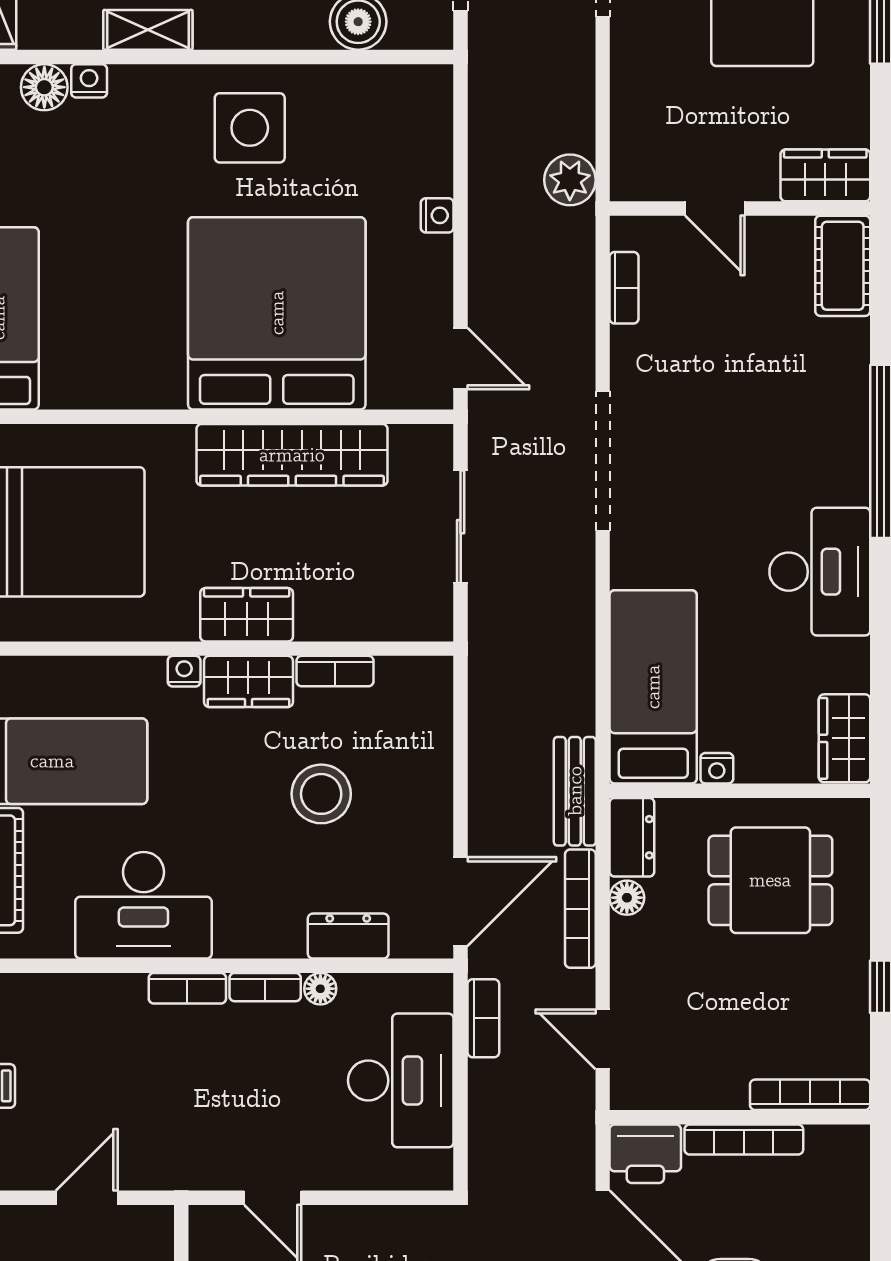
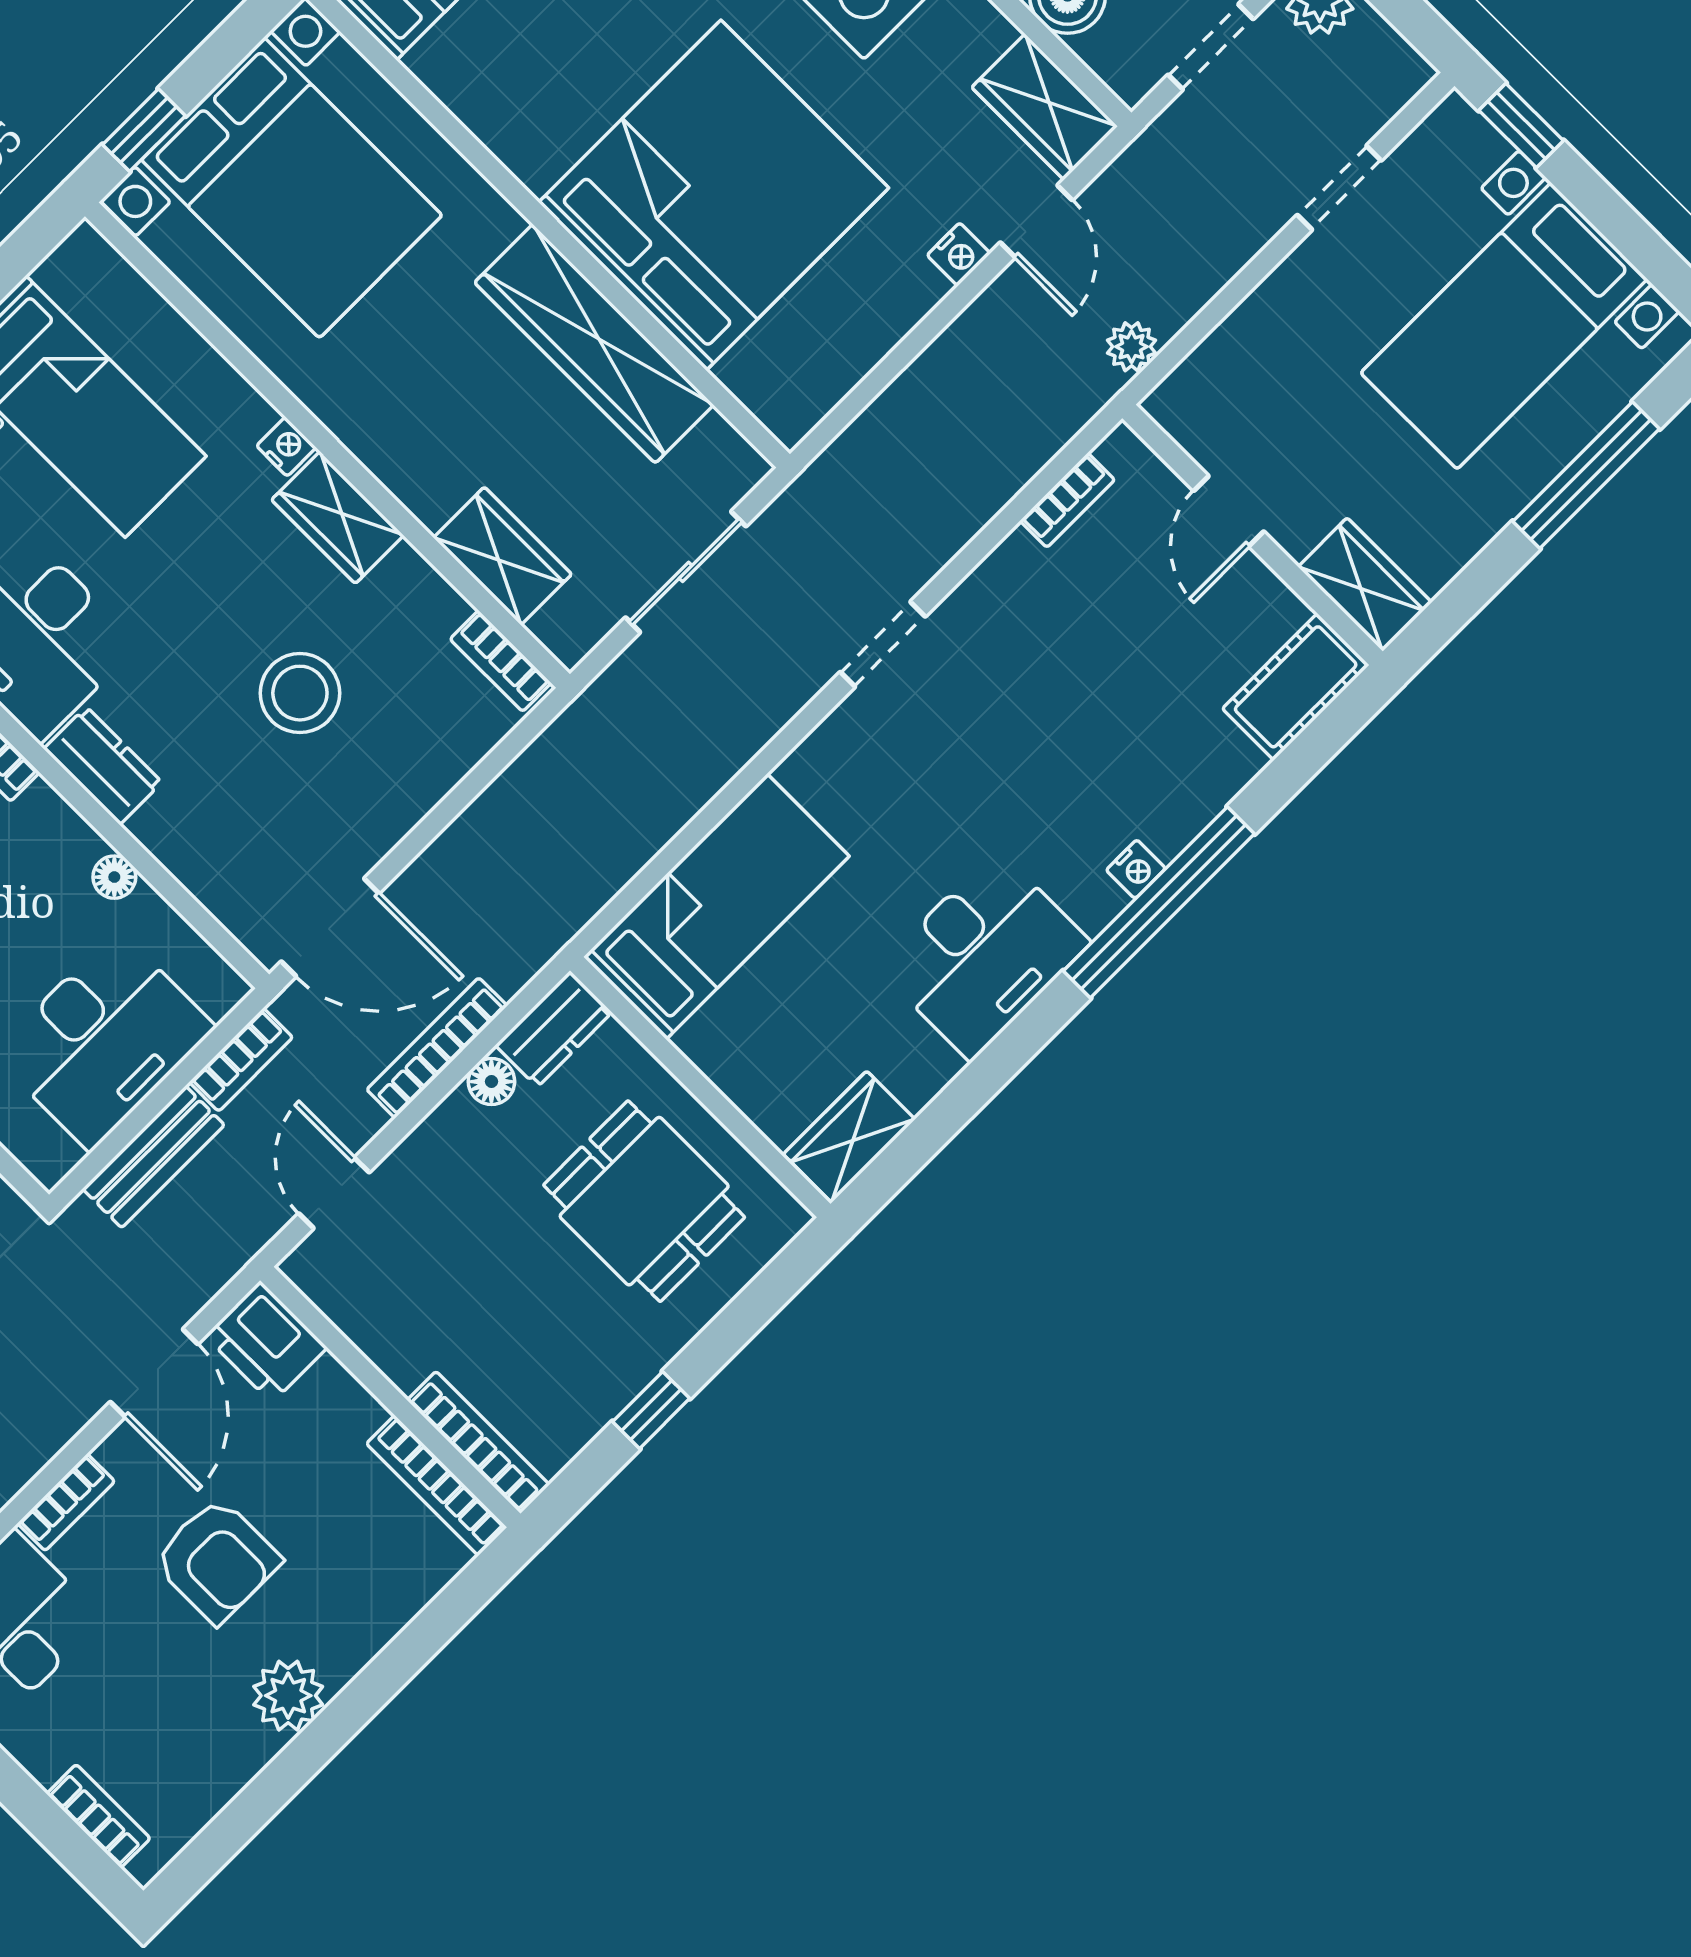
wardrobe: (405, 92) -> (1045, 107), added
plant: (570, 180) -> (1132, 347), width x0.73, depth x0.73
door: (461, 359) -> (1036, 221), moved
doorway: (603, 461) -> (883, 644), width x0.53
wardrobe: (247, 615) -> (503, 556), moved
bookcase: (335, 671) -> (501, 661), moved
nightstand: (717, 768) -> (1136, 869), moved, turned -90
bench: (575, 791) -> (153, 1157), moved
dresser: (348, 936) -> (103, 766), moved
bookcase: (265, 987) -> (64, 823), removed
bookcase: (744, 1140) -> (437, 1485), moved

